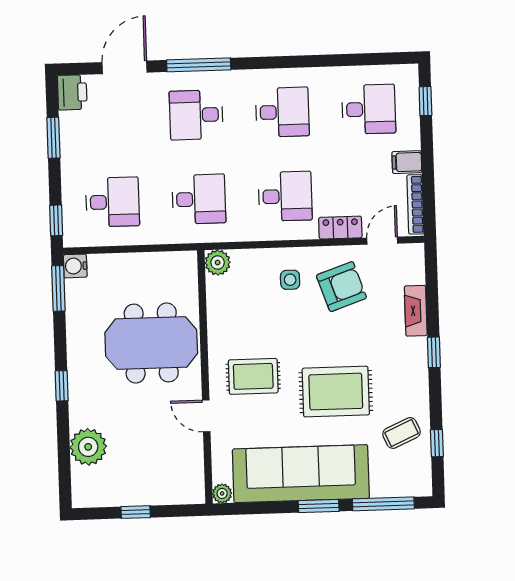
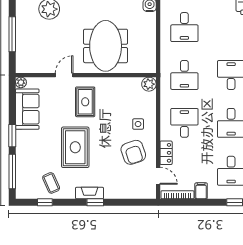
desk: (285, 196) -> (184, 123), turned 180
fireplace: (416, 311) -> (90, 193), moved
sofa: (301, 474) -> (27, 109), width x0.54, depth x0.79
window: (136, 512) -> (12, 34), width x2.17

